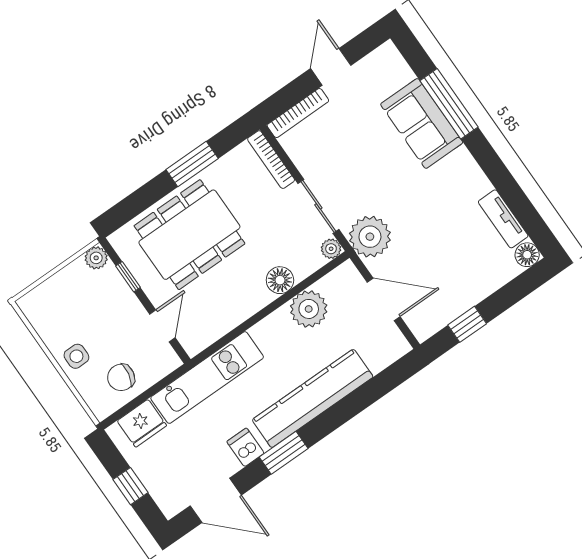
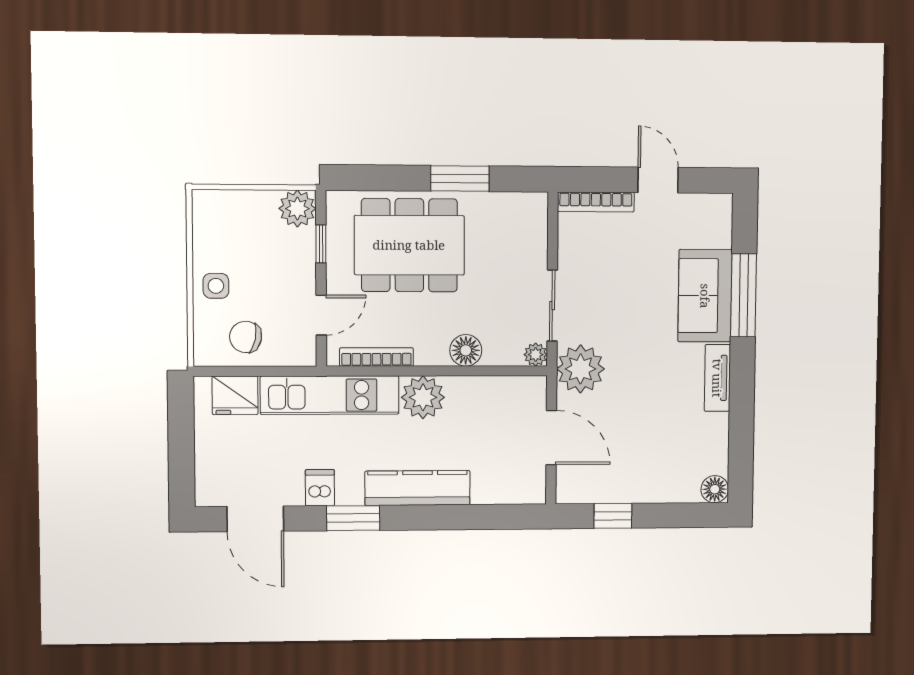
door: (331, 67) -> (658, 180), hinge flipped
bookcase: (271, 160) -> (377, 357), moved, turned 90
tv unit: (503, 219) -> (717, 378), moved
plant: (96, 258) -> (297, 209), width x1.38, depth x1.38
plant: (309, 309) -> (423, 397), moved
kitchen counter: (313, 398) -> (417, 488), width x0.72, depth x0.86
window: (130, 486) -> (181, 448), removed

